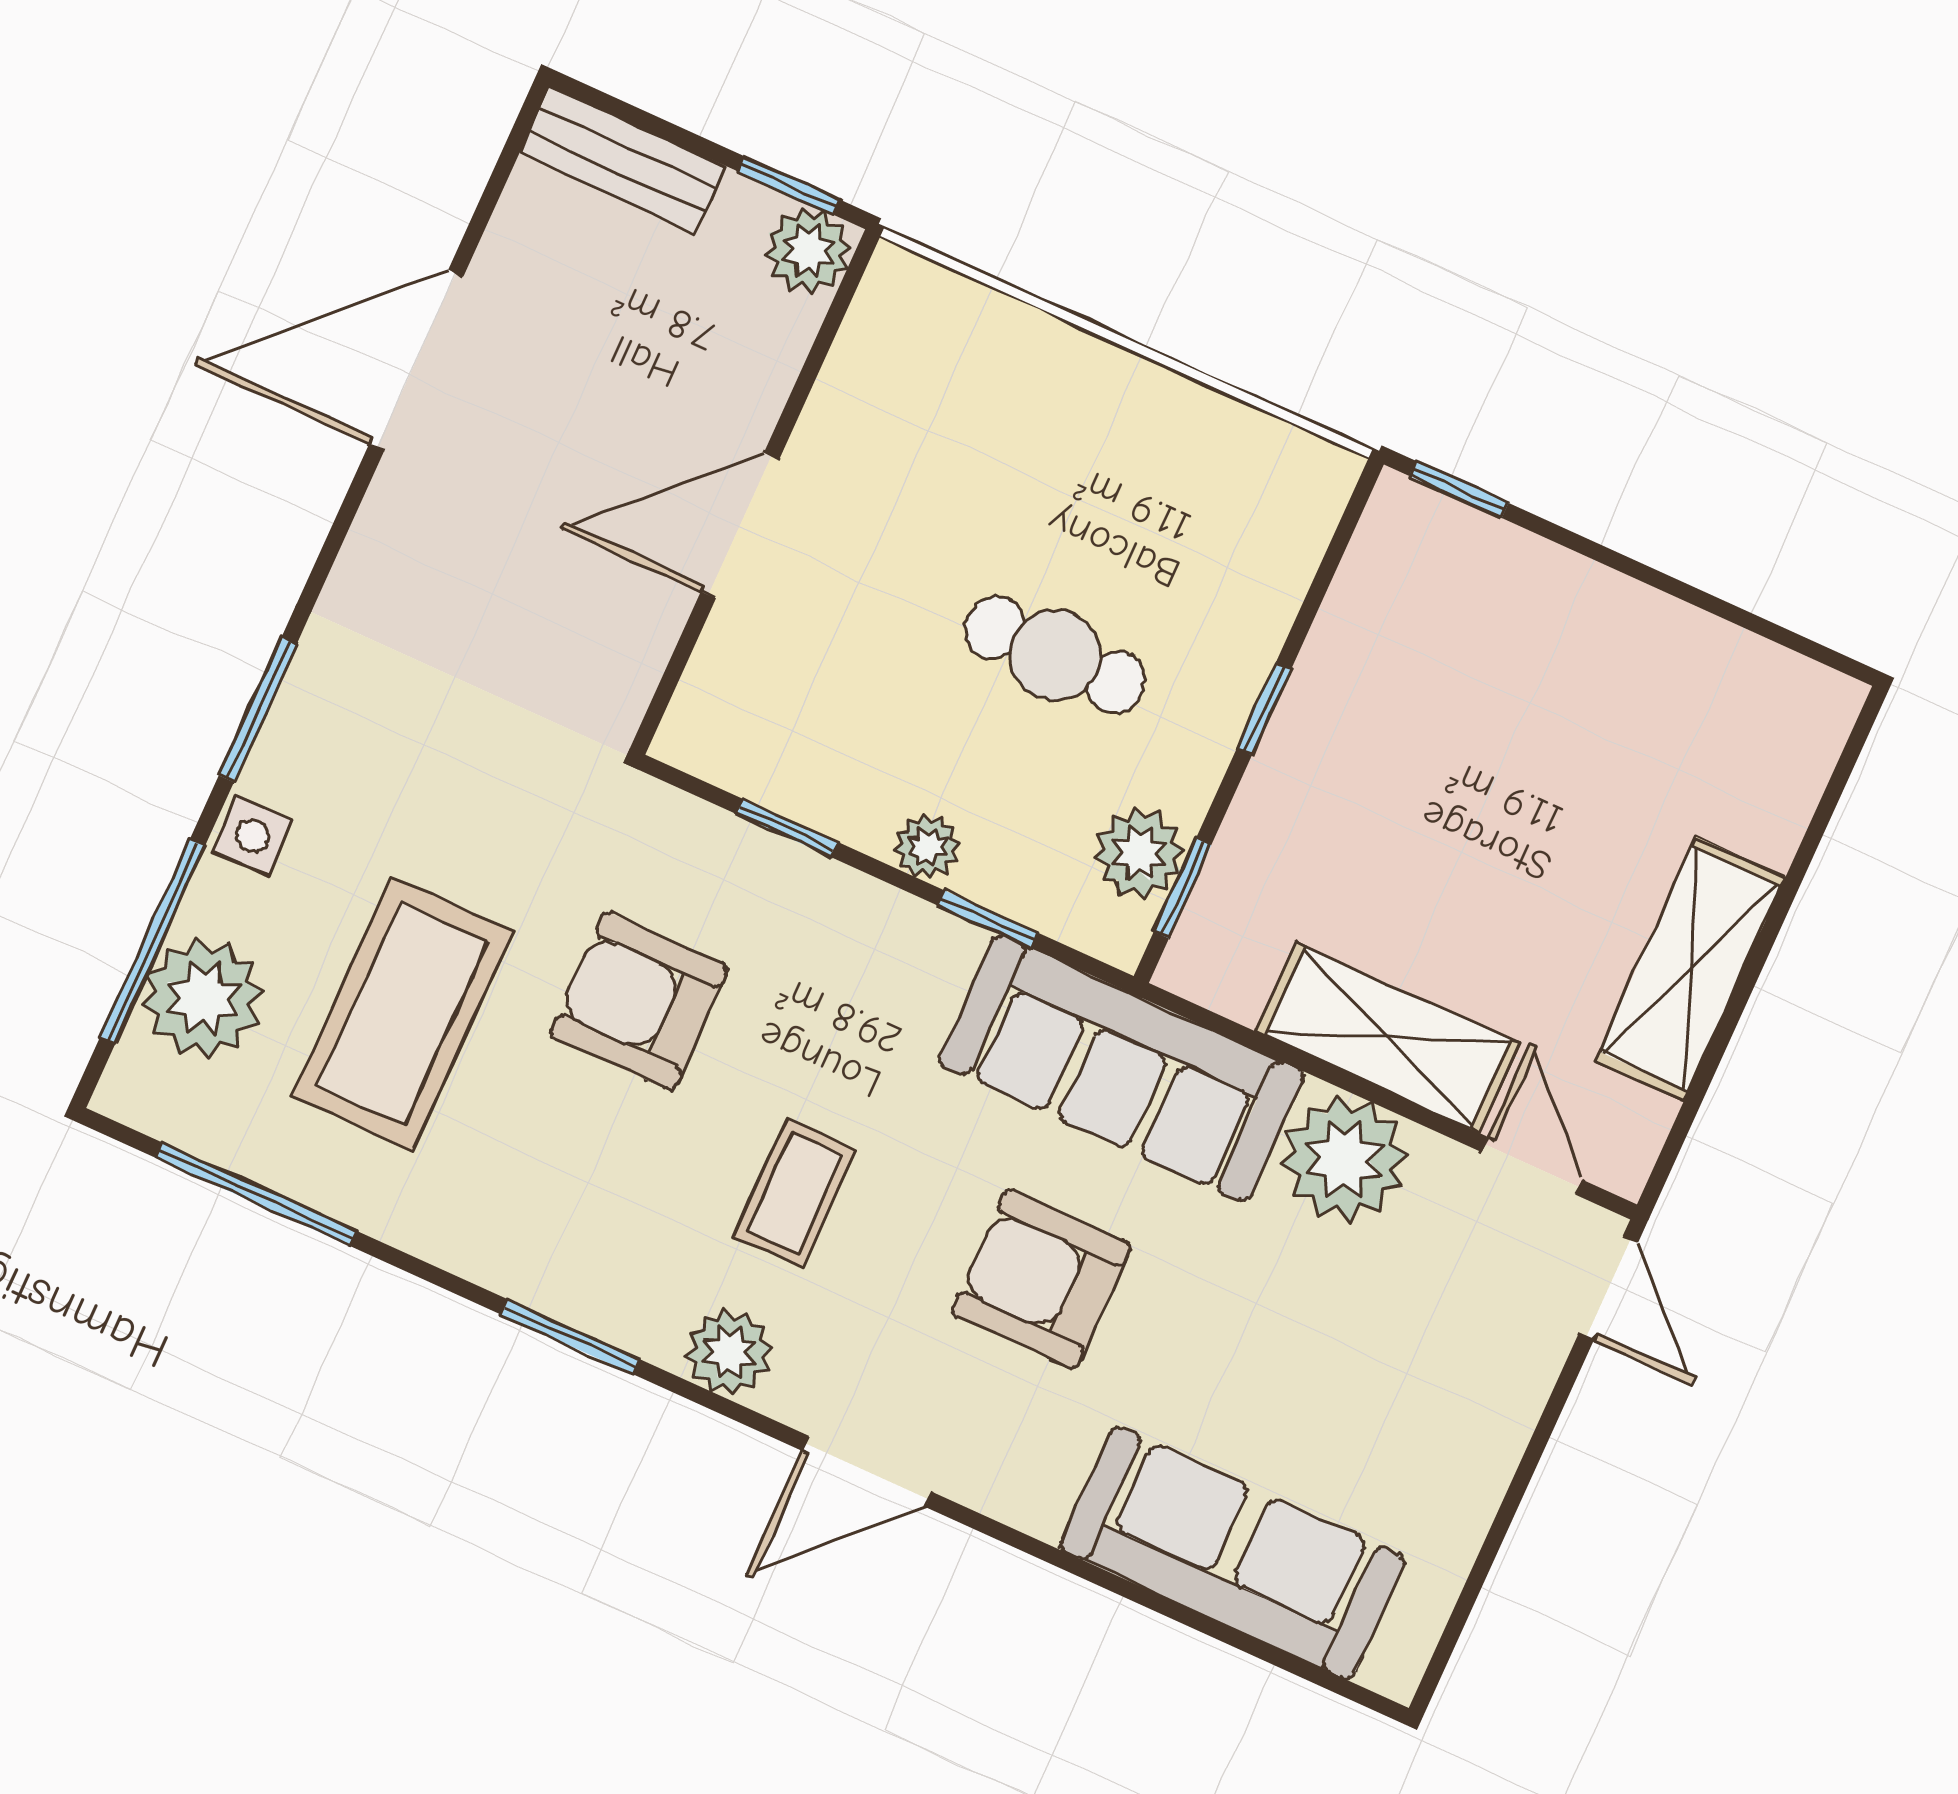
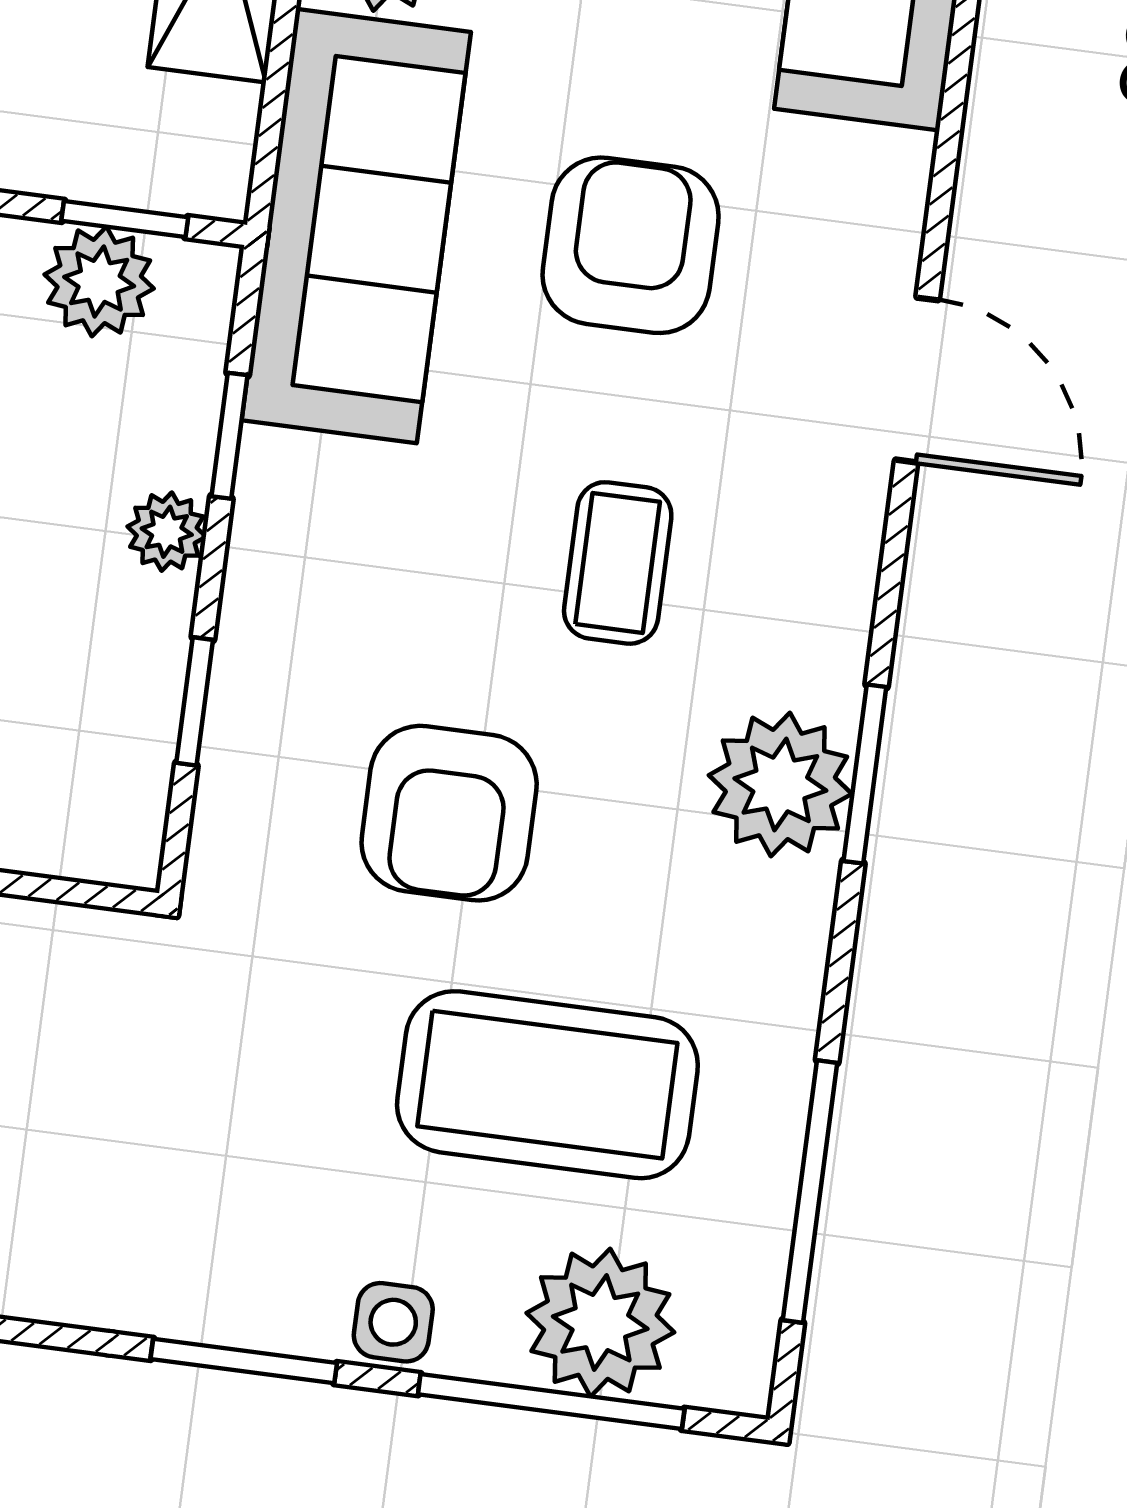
coffee table: (795, 1193) -> (618, 563), turned 90
armchair: (1041, 1279) -> (631, 245), turned 180
plant: (729, 1352) -> (780, 784), moved, width x1.36, depth x1.36

